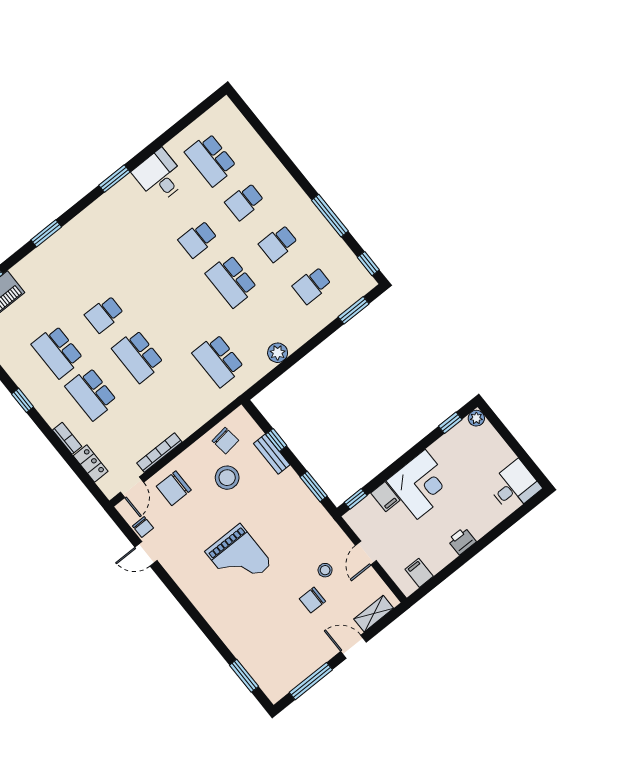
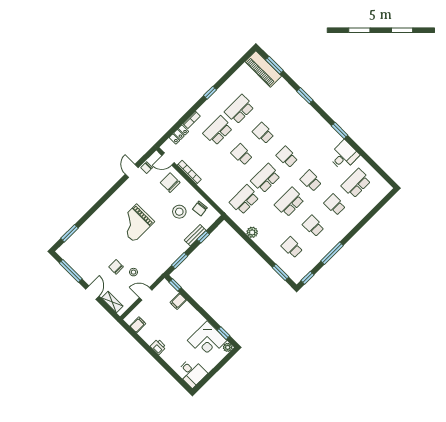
school desk: (151, 277) -> (287, 157), added
school desk: (185, 319) -> (266, 178), added
school desk: (138, 356) -> (242, 154), width x0.54
corner desk: (421, 484) -> (207, 340), moved

